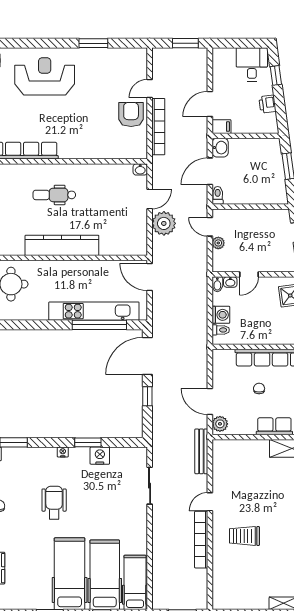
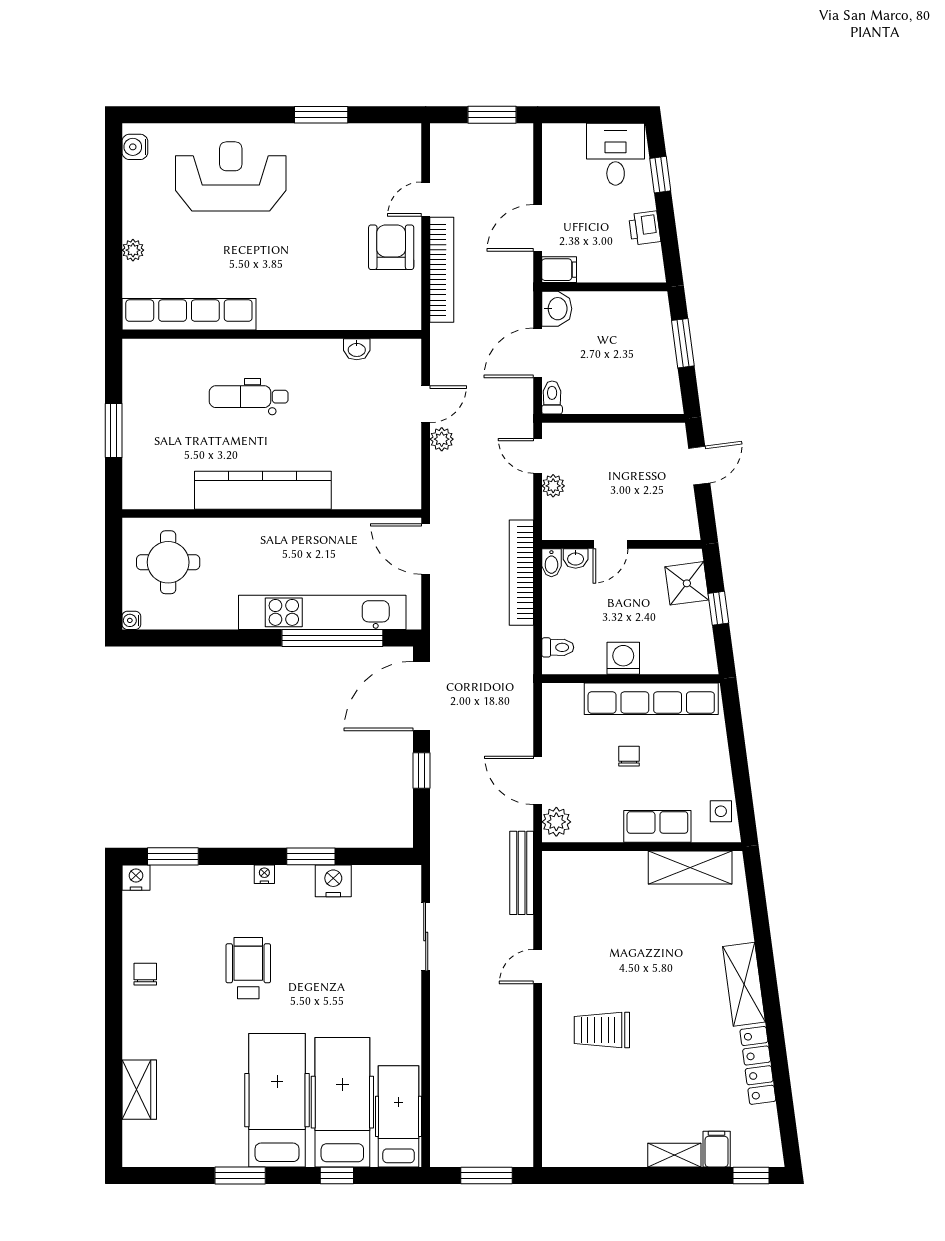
washbasin: (140, 169) -> (357, 349), moved
plant: (164, 223) -> (442, 439), width x0.53, depth x0.53
washing machine: (221, 315) -> (623, 658), moved, turned -90
bookcase: (201, 540) -> (521, 573), moved

